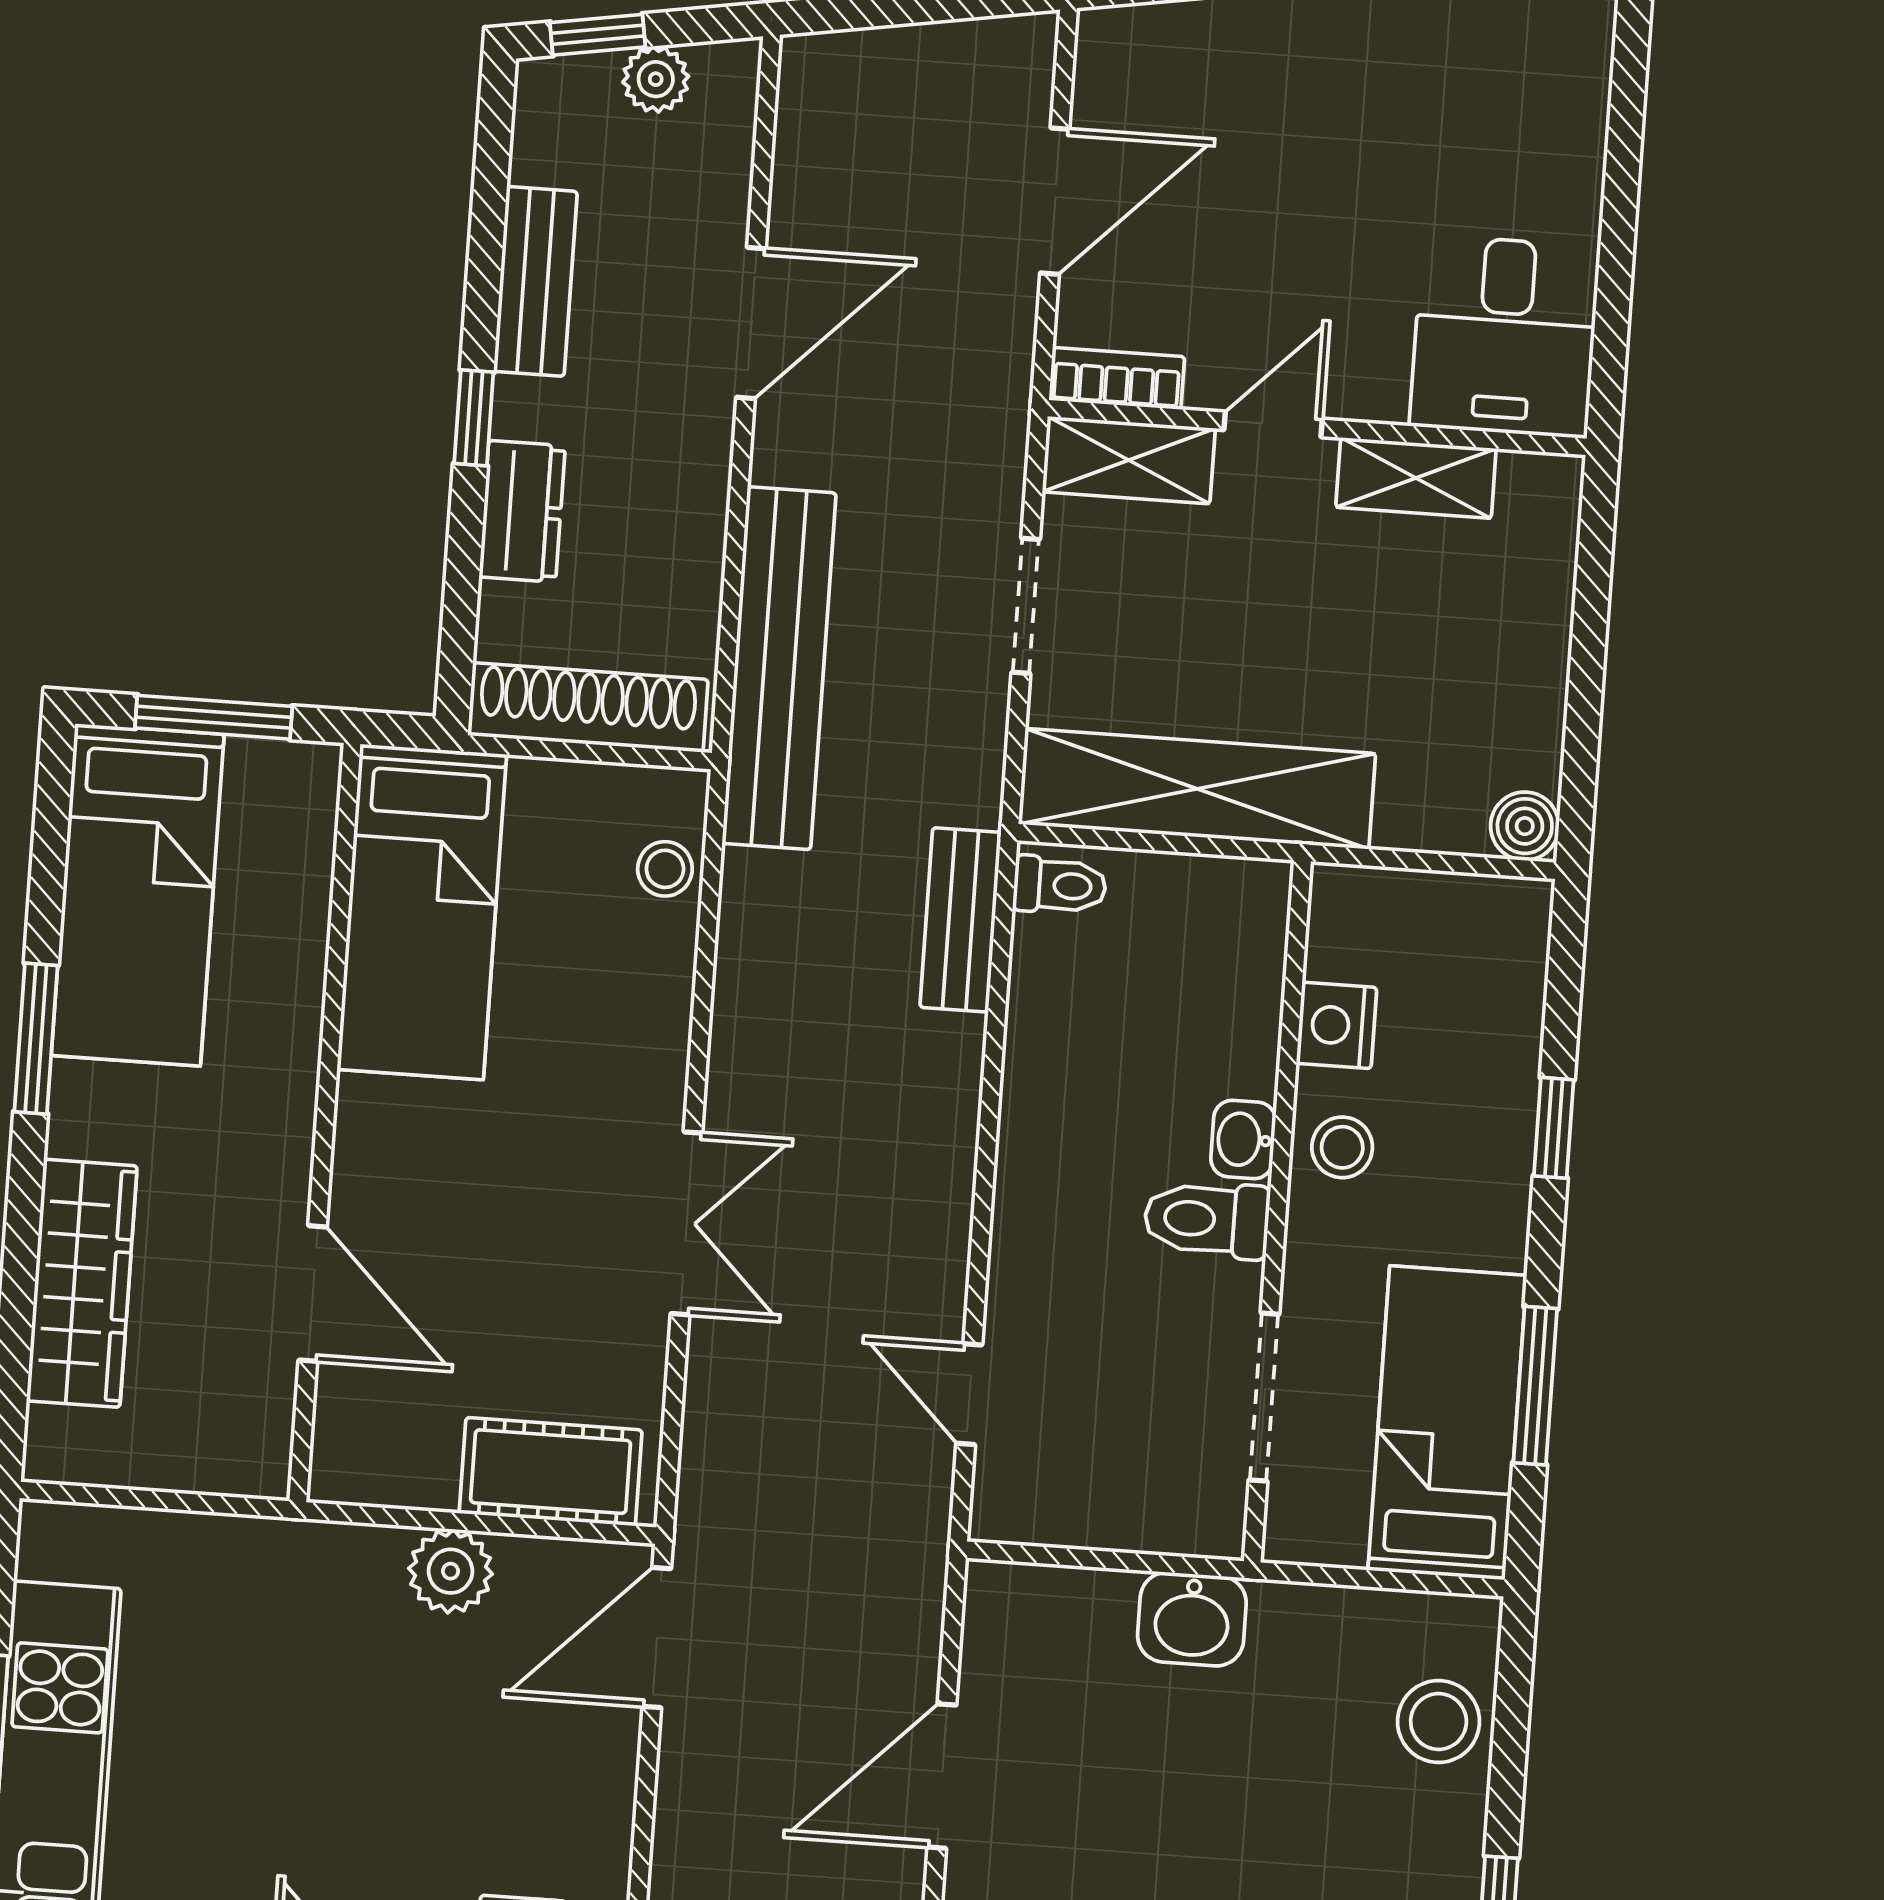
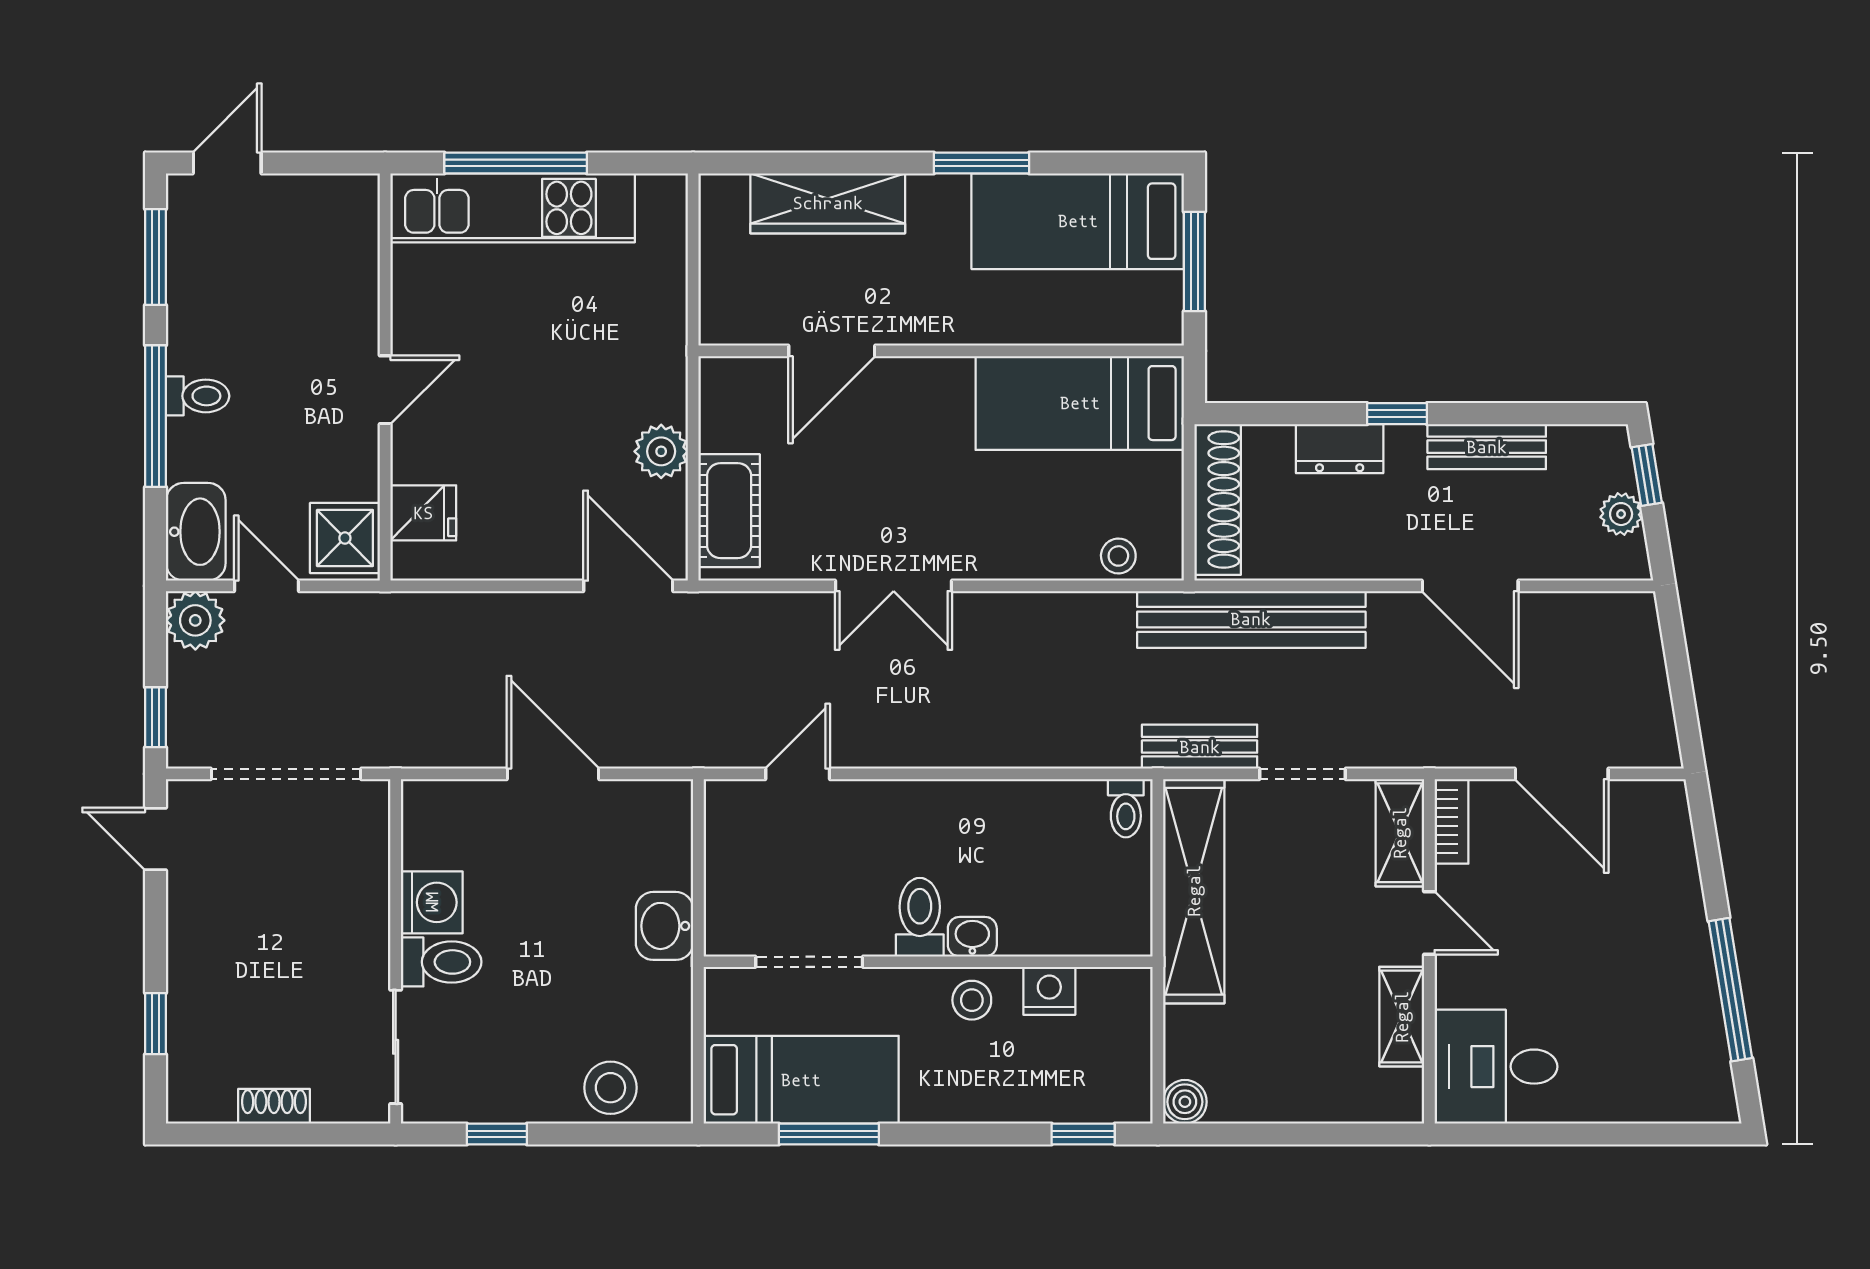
bench: (961, 920) -> (1200, 747), moved
window: (1554, 1128) -> (1083, 1134), moved

